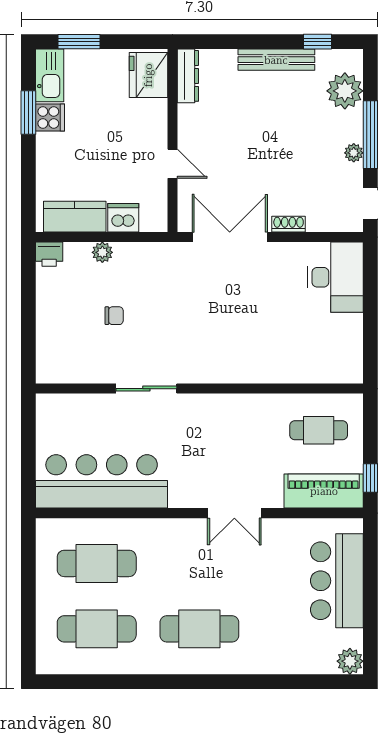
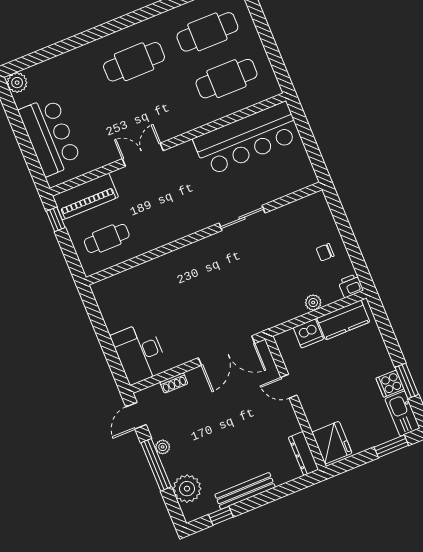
shoe rack: (289, 224) -> (174, 383), moved
chair: (114, 316) -> (325, 252), moved

